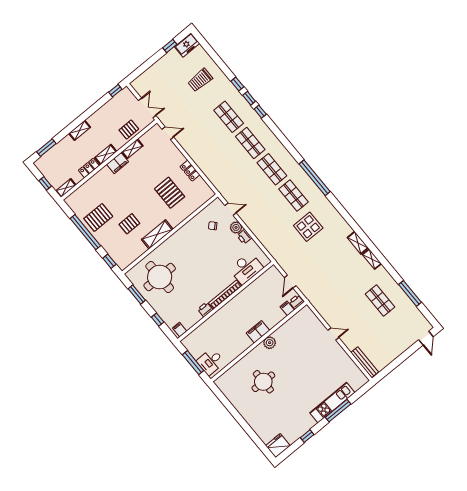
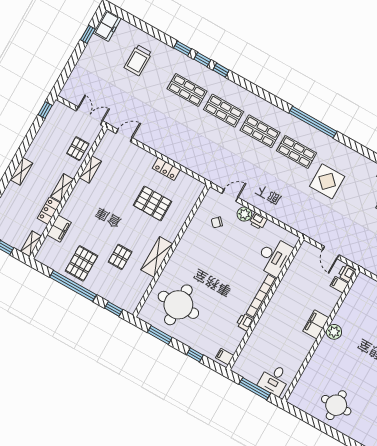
filing cabinet: (118, 163) -> (59, 229), moved
round table: (263, 382) -> (336, 405), moved

